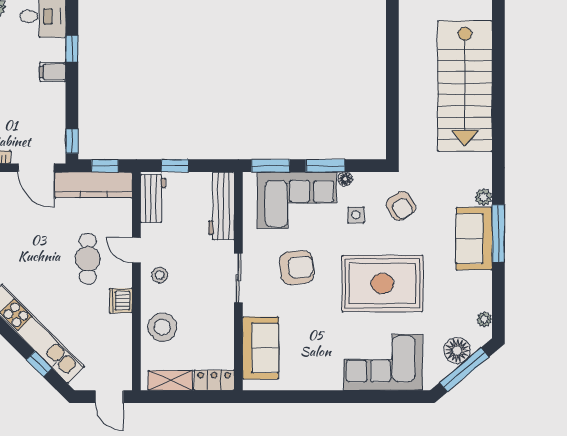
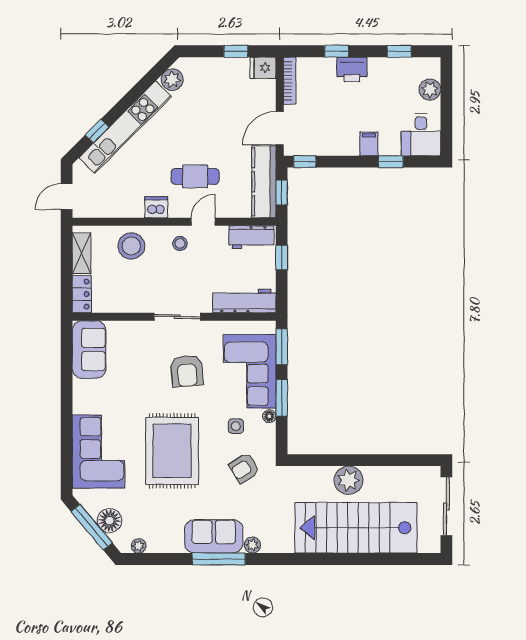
plant: (414, 94) -> (349, 480), added
sofa: (260, 348) -> (89, 349), moved, turned -90

